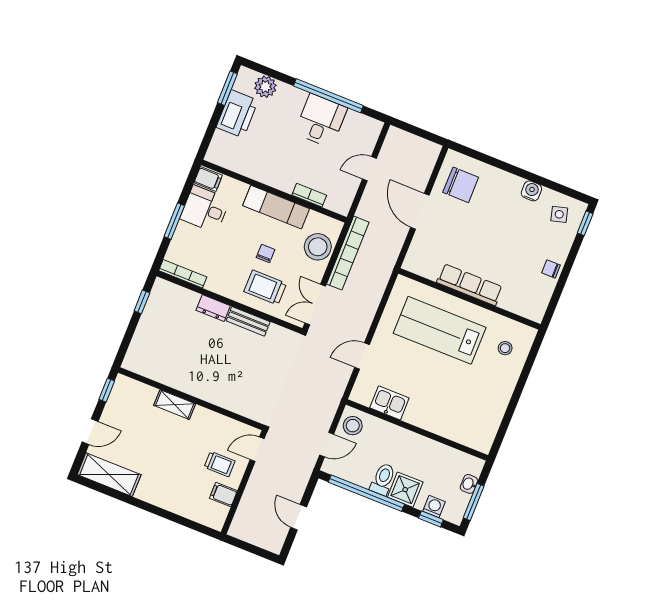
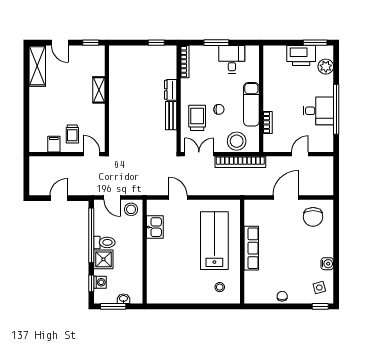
door: (369, 169) -> (300, 154), hinge flipped
filing cabinet: (208, 179) -> (252, 54), removed

